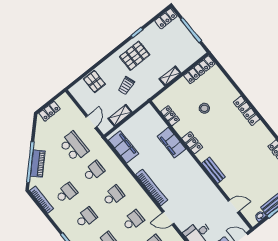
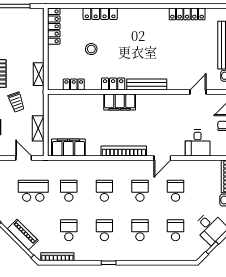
shelving: (170, 76) -> (39, 74), moved
locker: (247, 111) -> (100, 14), moved
filing cabinet: (172, 143) -> (120, 102), moved
bench: (213, 170) -> (147, 85), width x1.36

